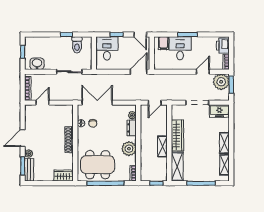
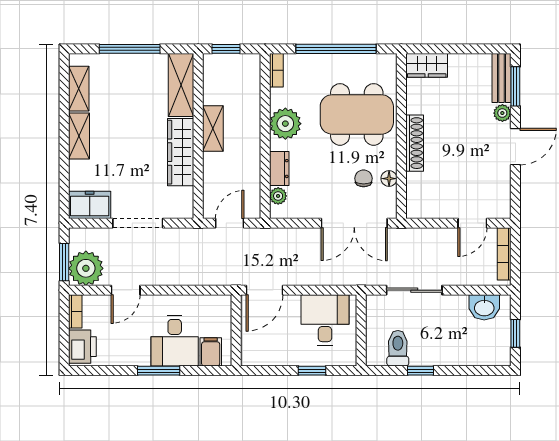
door: (140, 35) -> (261, 371), removed
desk: (107, 48) -> (325, 320), moved, turned 180
dining table: (98, 165) -> (357, 114), moved

